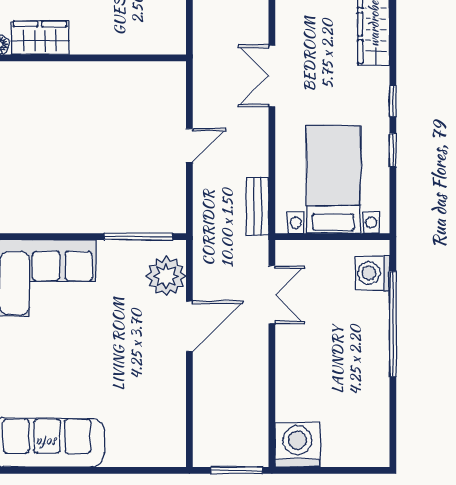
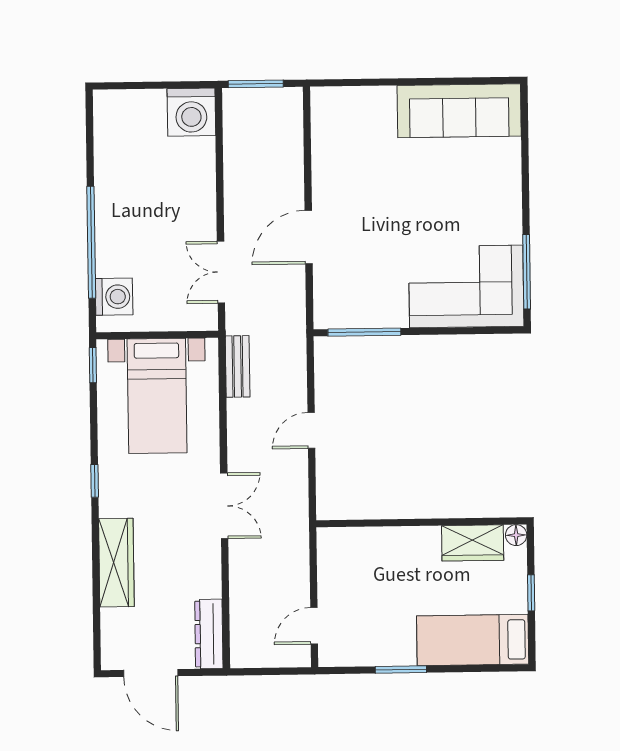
window: (393, 150) -> (93, 365), moved
plant: (166, 276) -> (334, 290), removed

